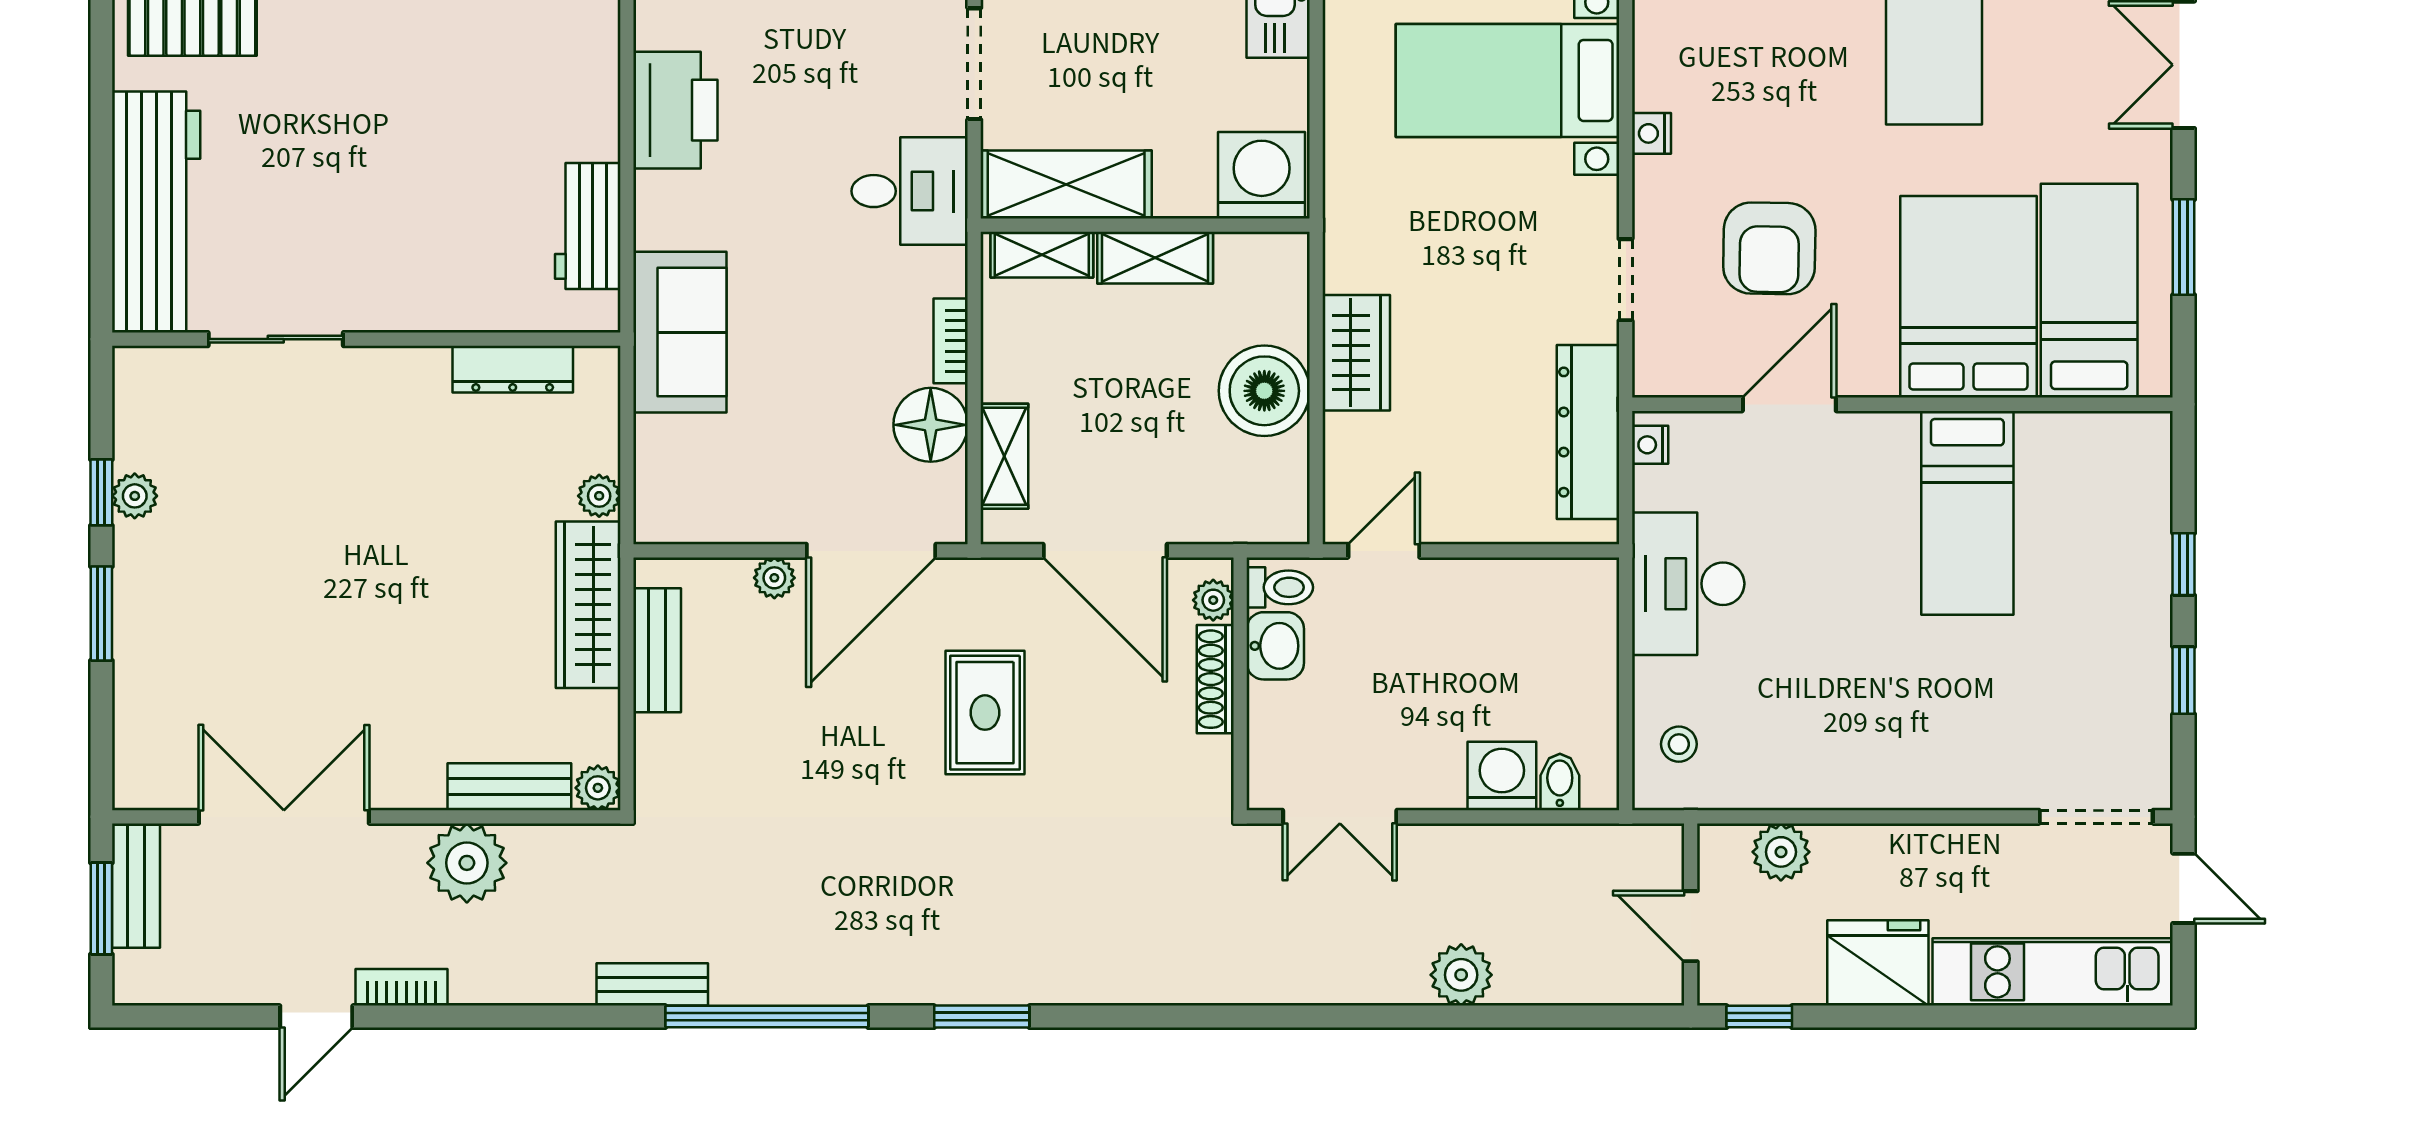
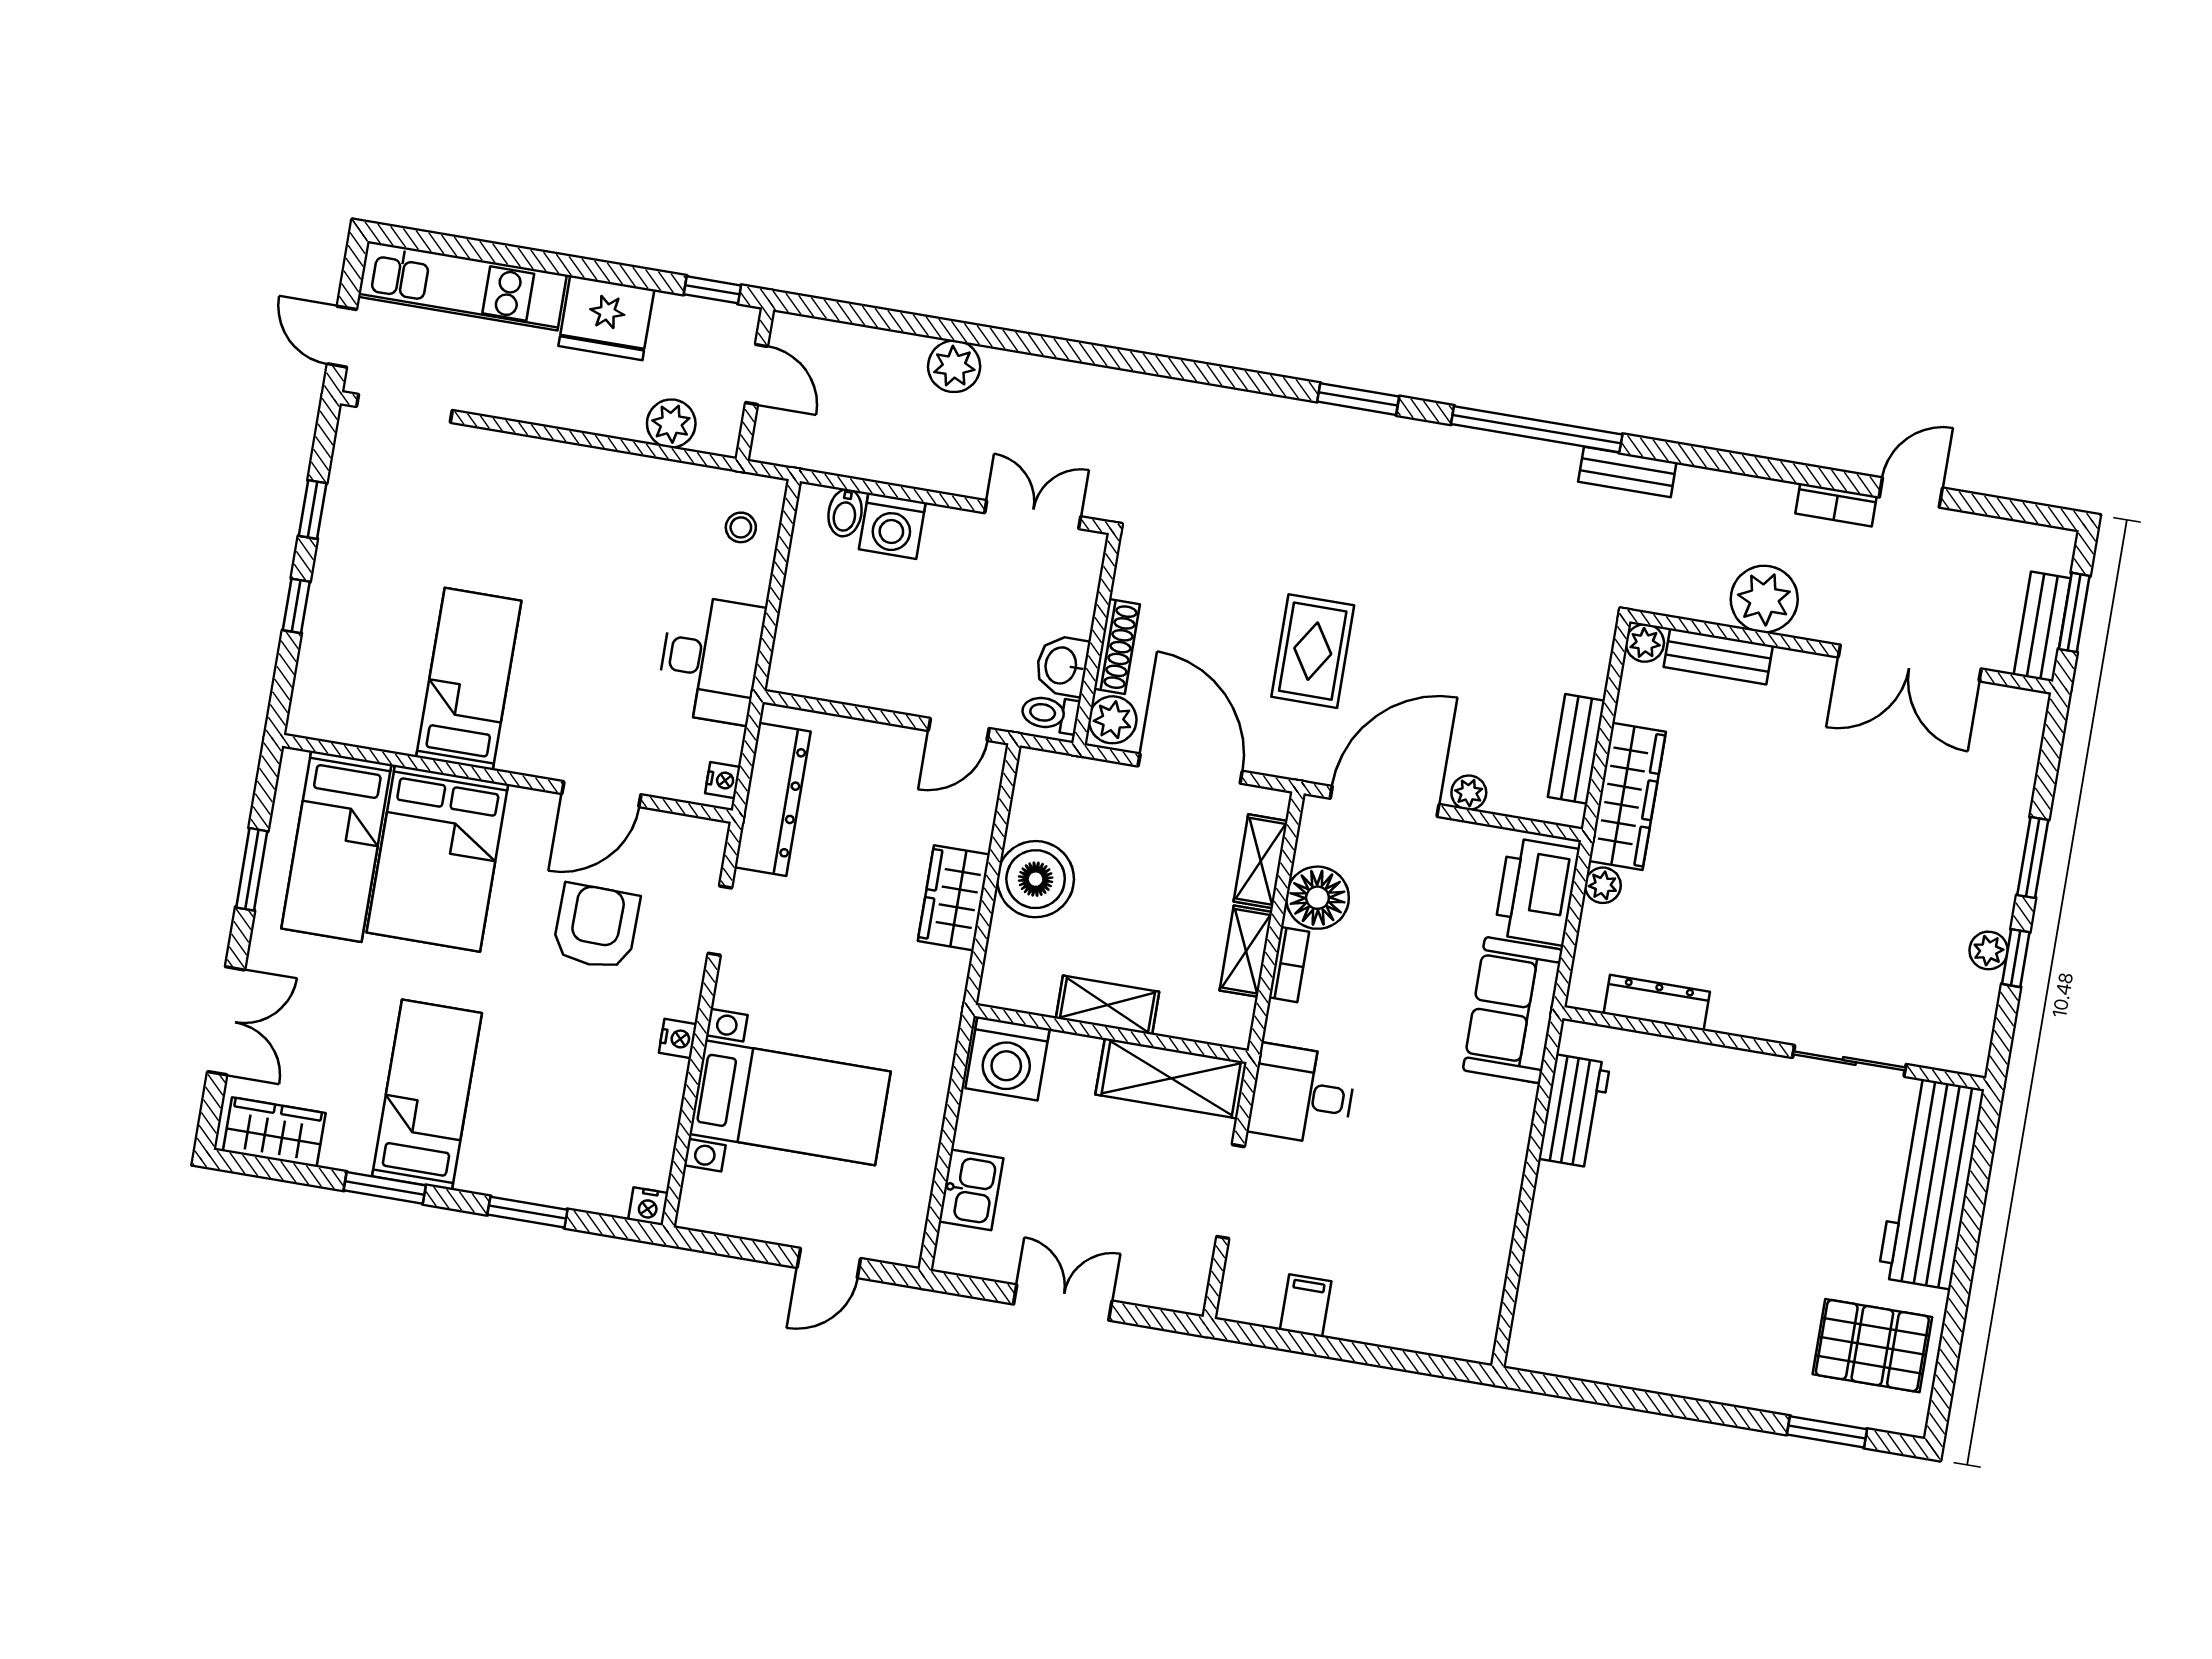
printer: (675, 110) -> (1537, 892), moved
shelving: (1042, 255) -> (1246, 951), moved, turned 90
plant: (1213, 600) -> (1113, 720), width x1.38, depth x1.38

